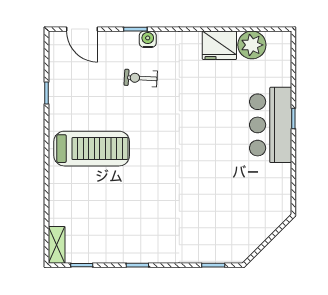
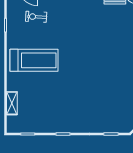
exercise bike: (141, 78) -> (36, 17), moved
shelving: (57, 245) -> (12, 103), moved

